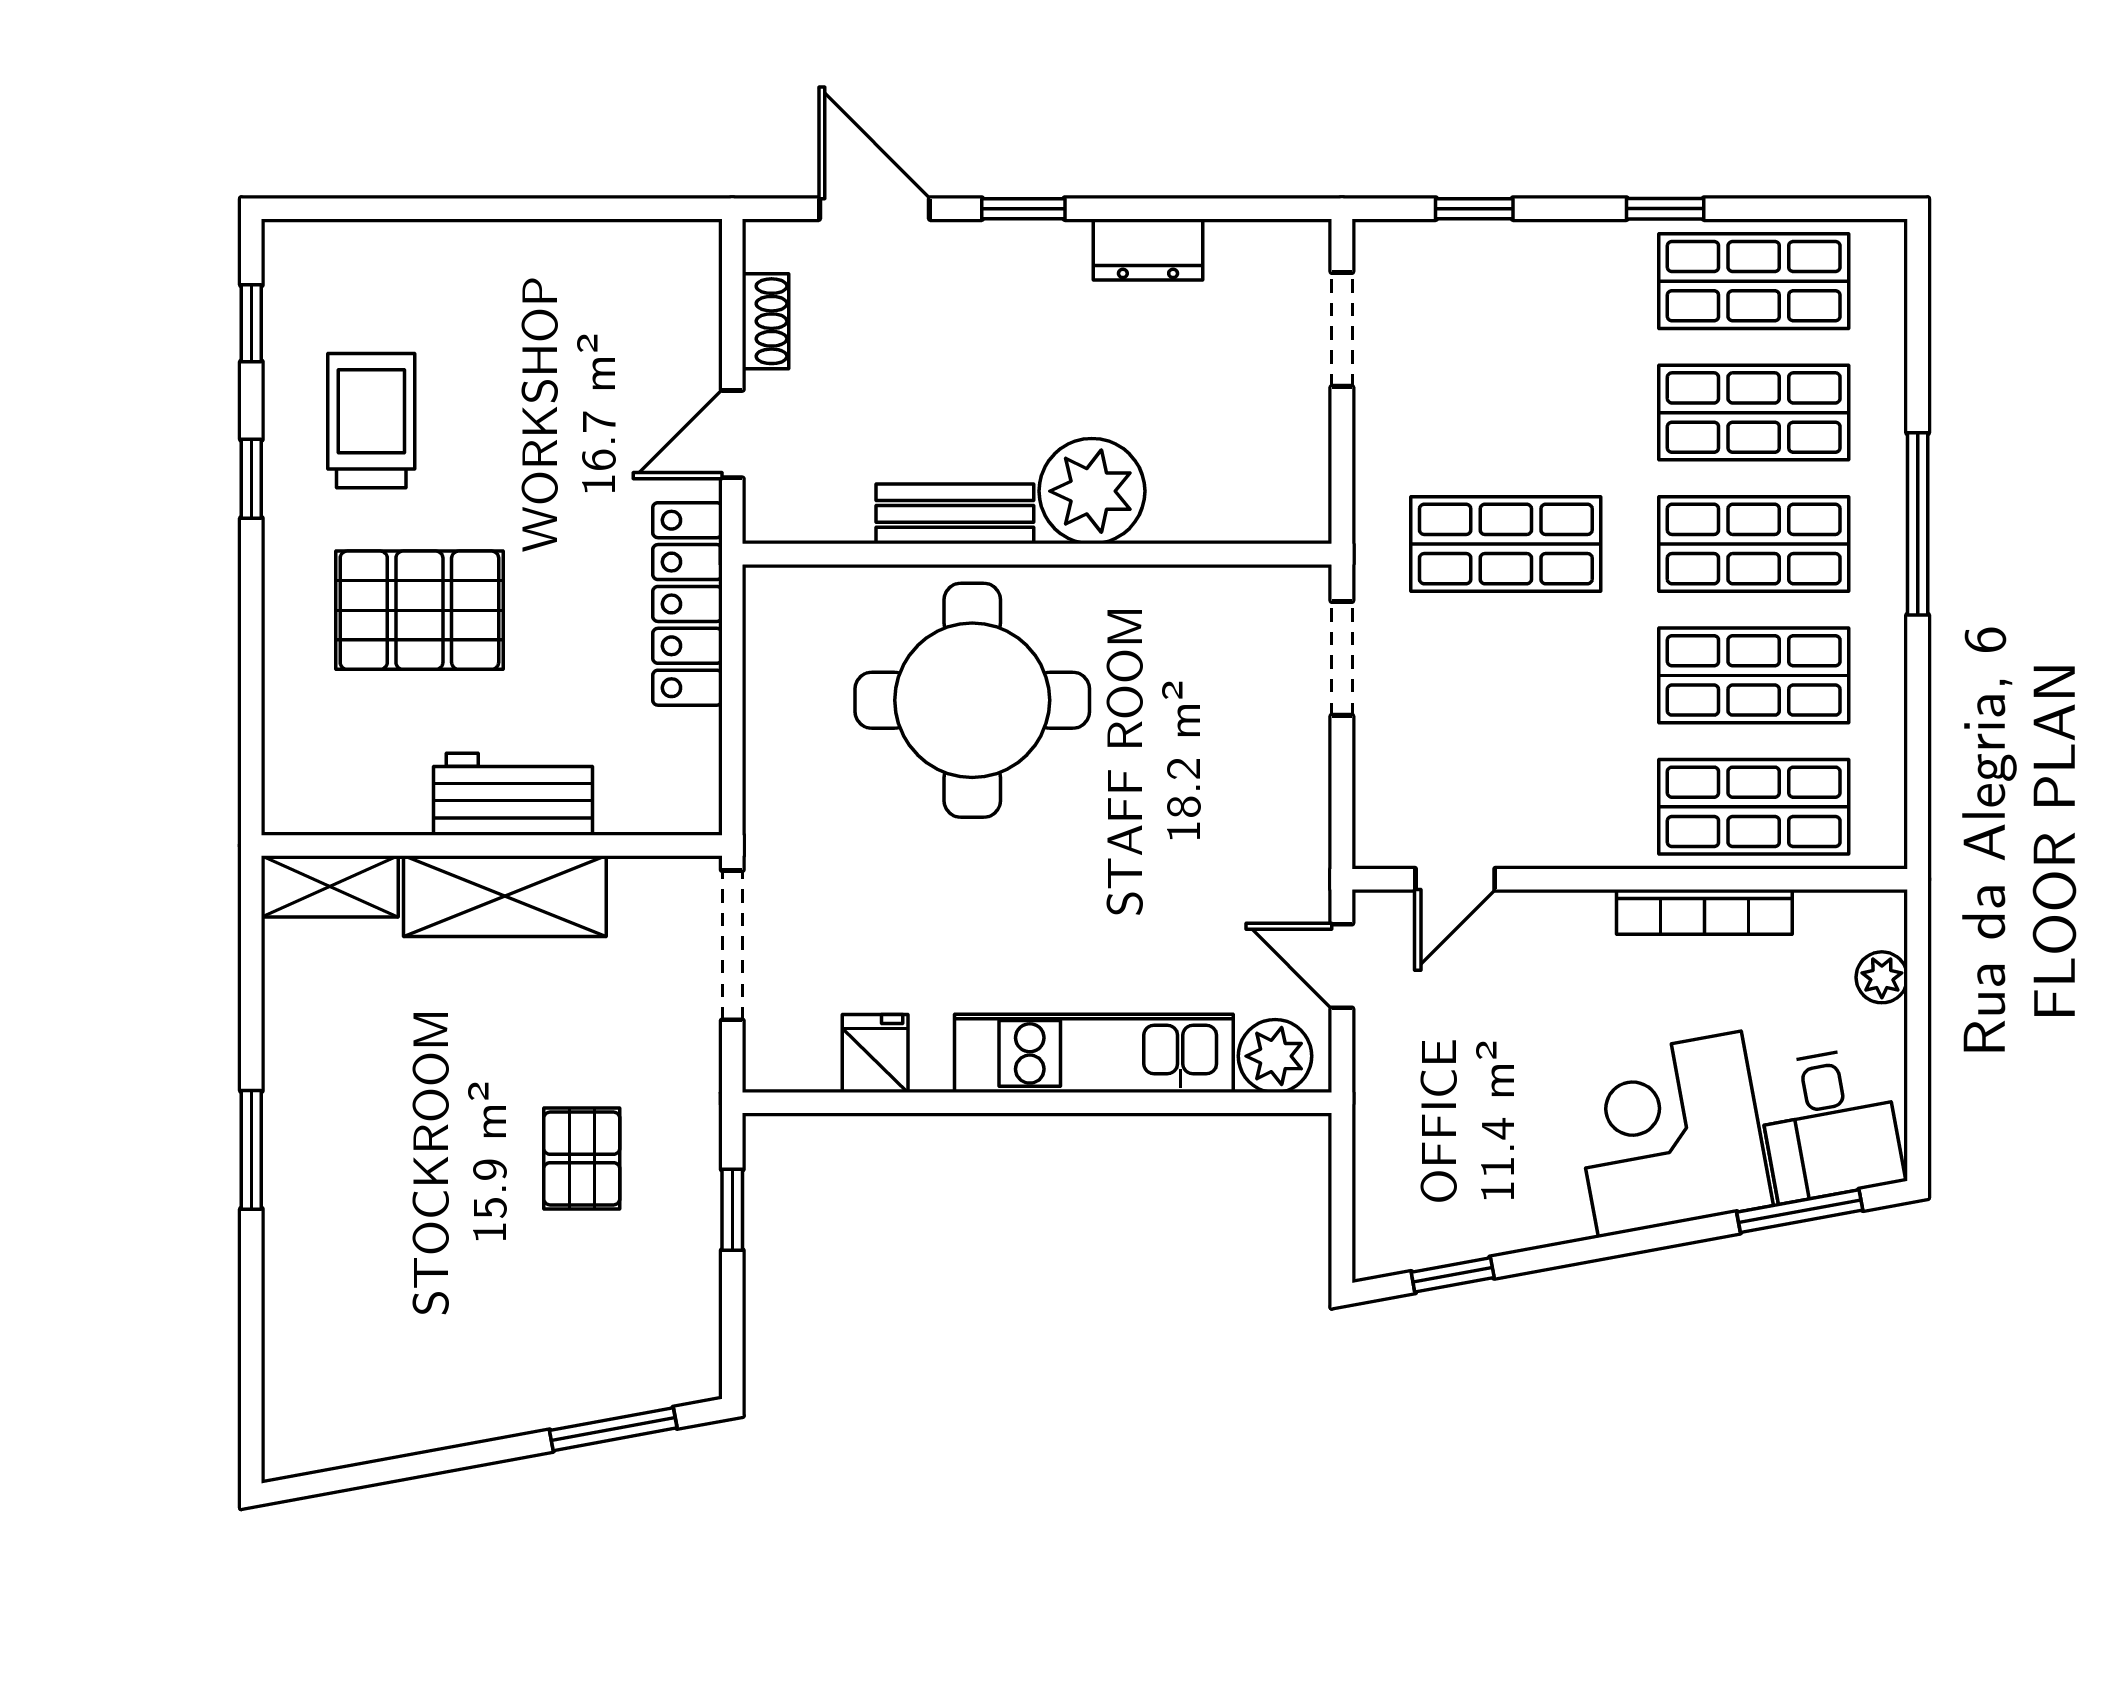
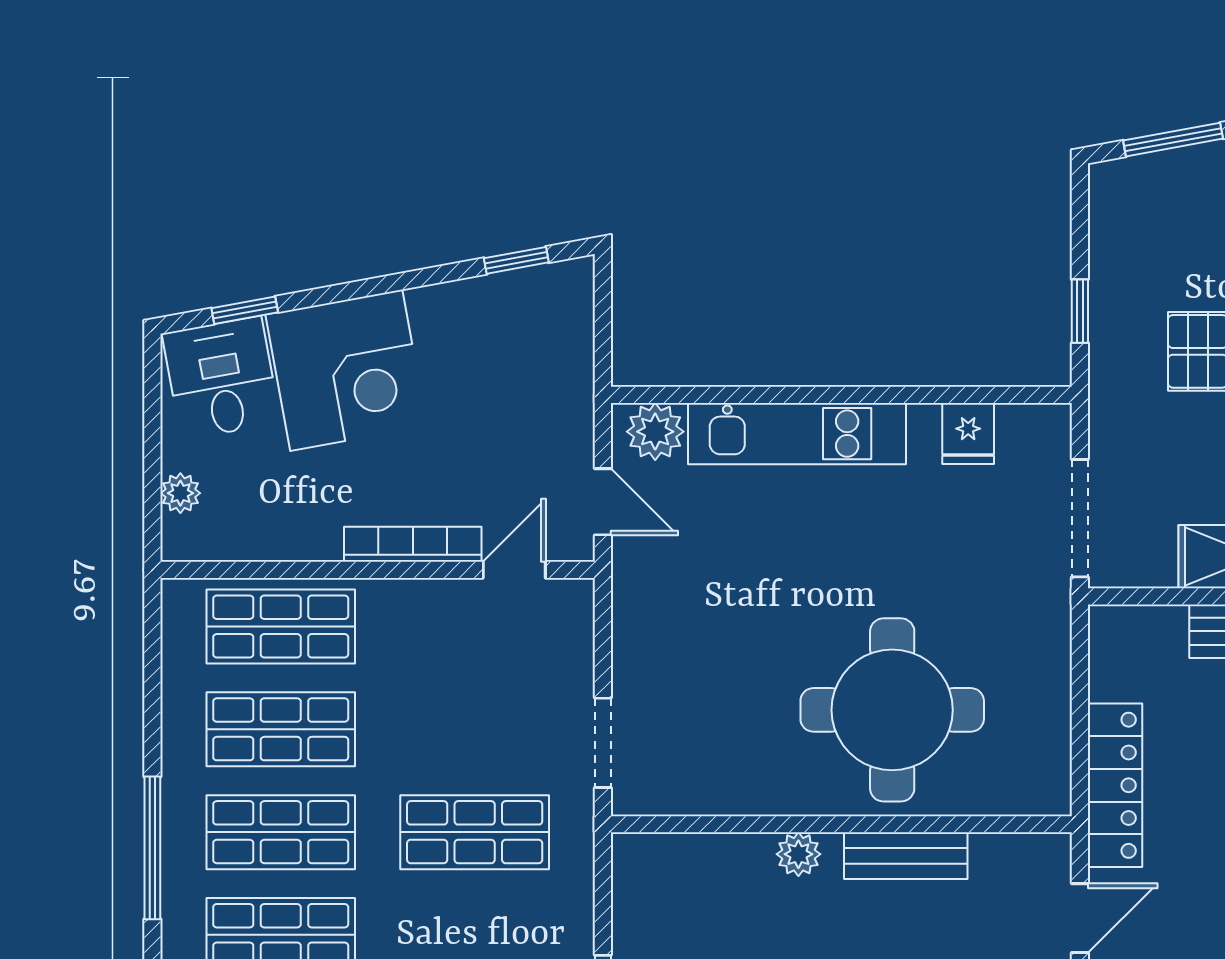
plant: (1092, 491) -> (798, 854), width x0.53, depth x0.53
bookcase: (1704, 912) -> (413, 544), moved
window: (1800, 1211) -> (245, 310), width x0.67

